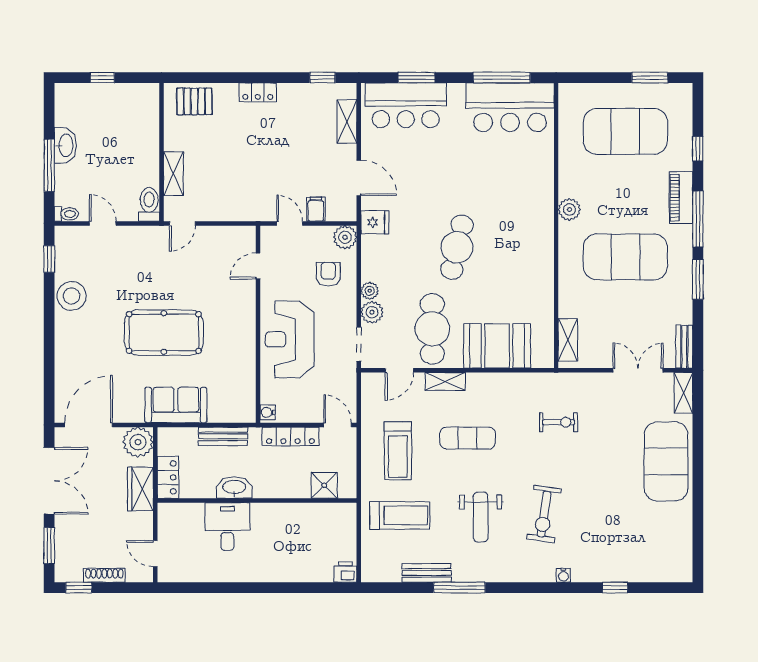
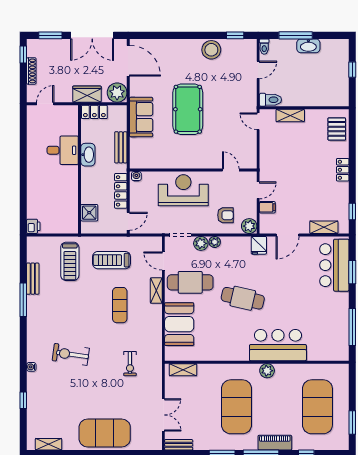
bar counter: (510, 107) -> (278, 345), moved, turned 90
shelving: (683, 393) -> (49, 444), moved
weight bench: (481, 517) -> (69, 313), removed

